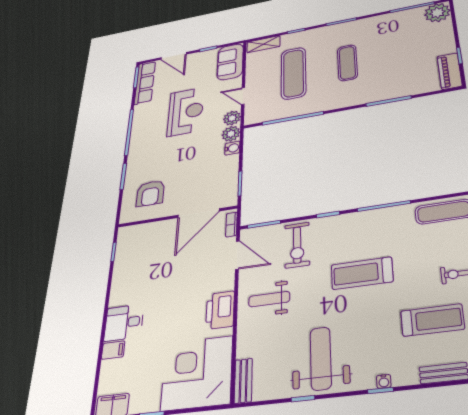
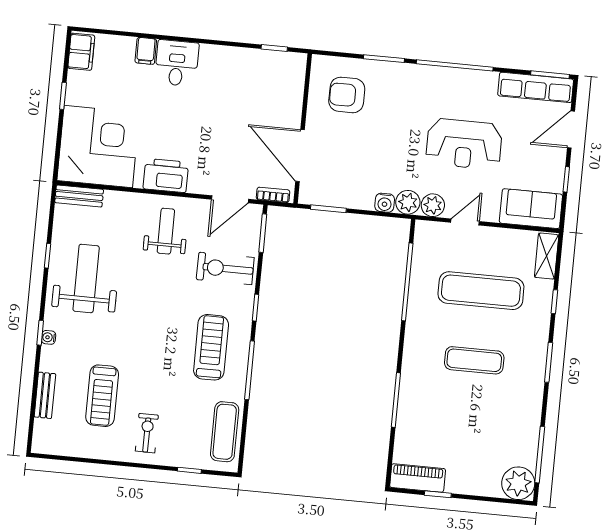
treadmill: (362, 273) -> (211, 347), moved
weight bench: (321, 358) -> (86, 278), turned -90

